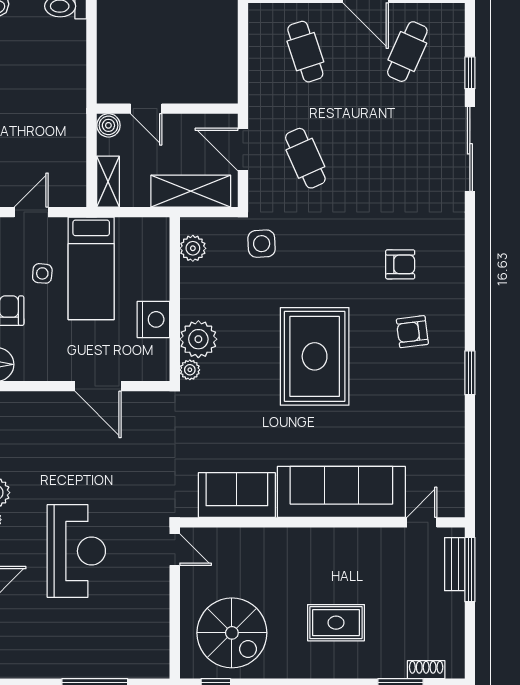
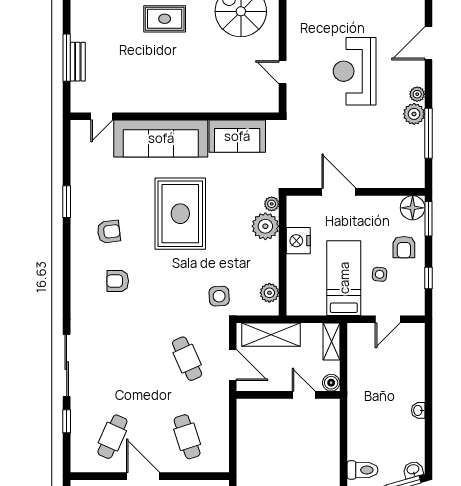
sofa: (341, 492) -> (161, 138), moved
sofa: (237, 495) -> (237, 136), moved
wall: (322, 522) -> (175, 116), moved
door: (422, 522) -> (102, 116), moved

